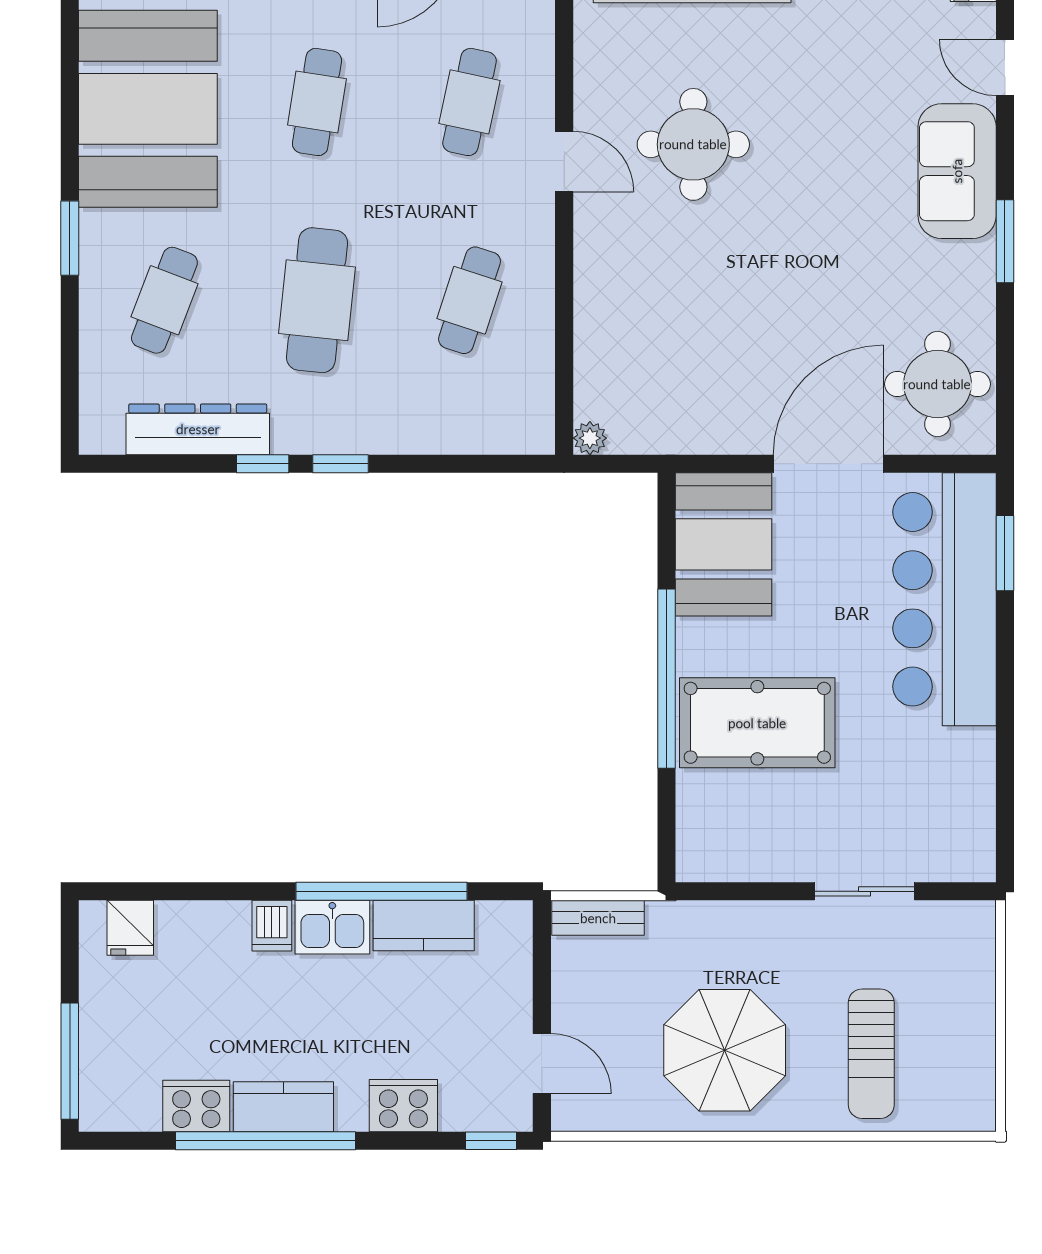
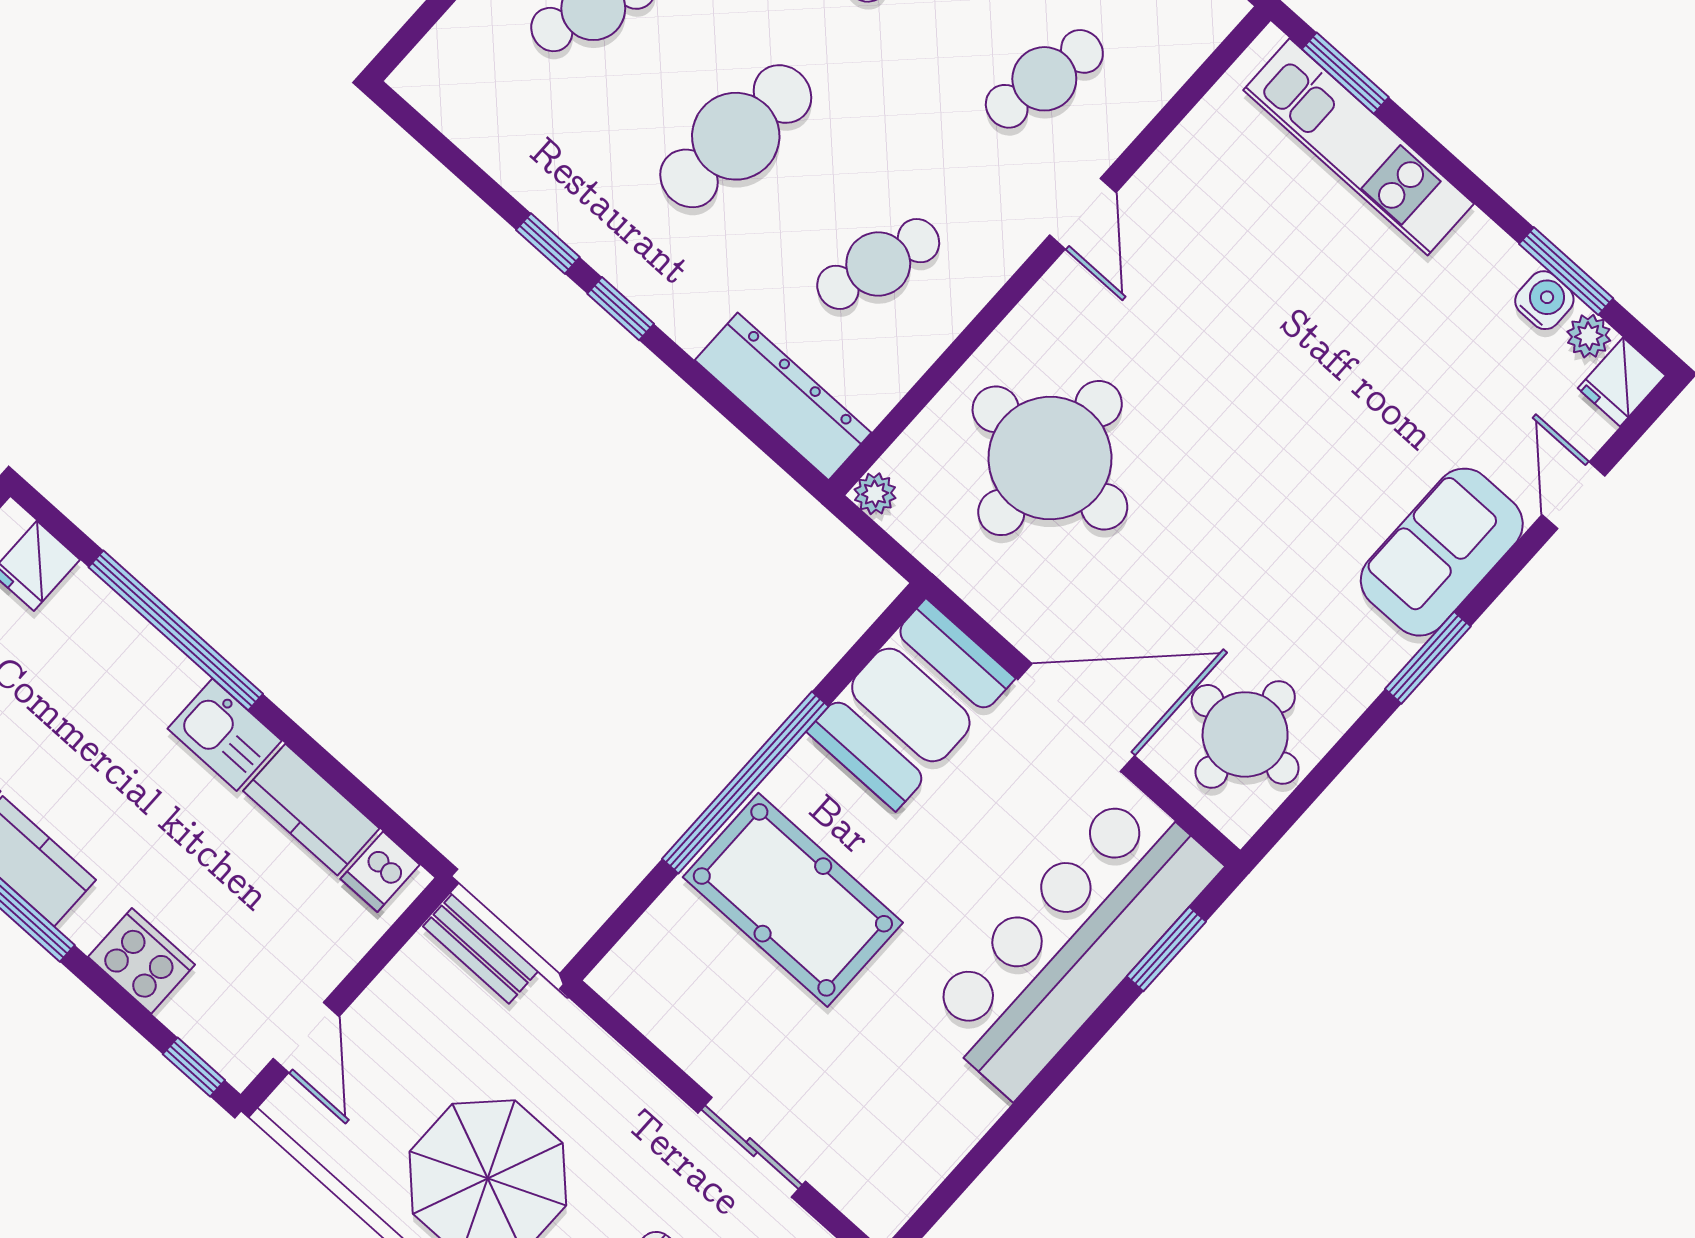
round table: (693, 144) -> (1050, 458), moved, width x1.36, depth x1.36
dresser: (198, 429) -> (783, 396), moved
window: (381, 891) -> (176, 630), moved
dishwasher: (272, 926) -> (380, 872), moved

